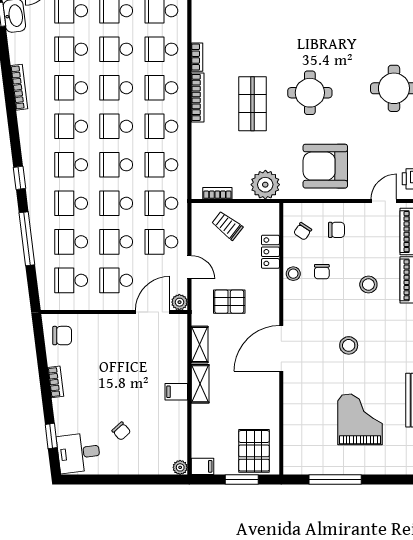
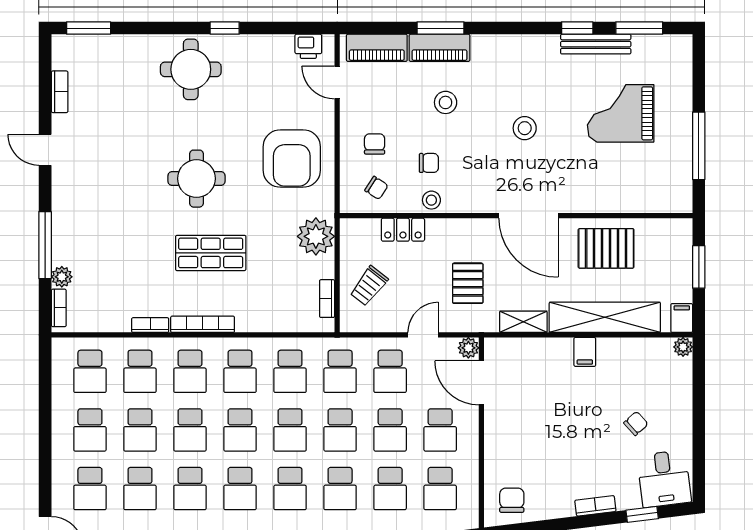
bookcase: (56, 382) -> (595, 506), moved
shelving: (200, 384) -> (605, 317), width x2.20, depth x1.33
pallet: (254, 451) -> (606, 248), moved

